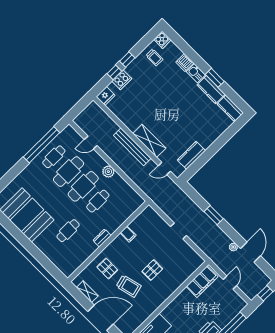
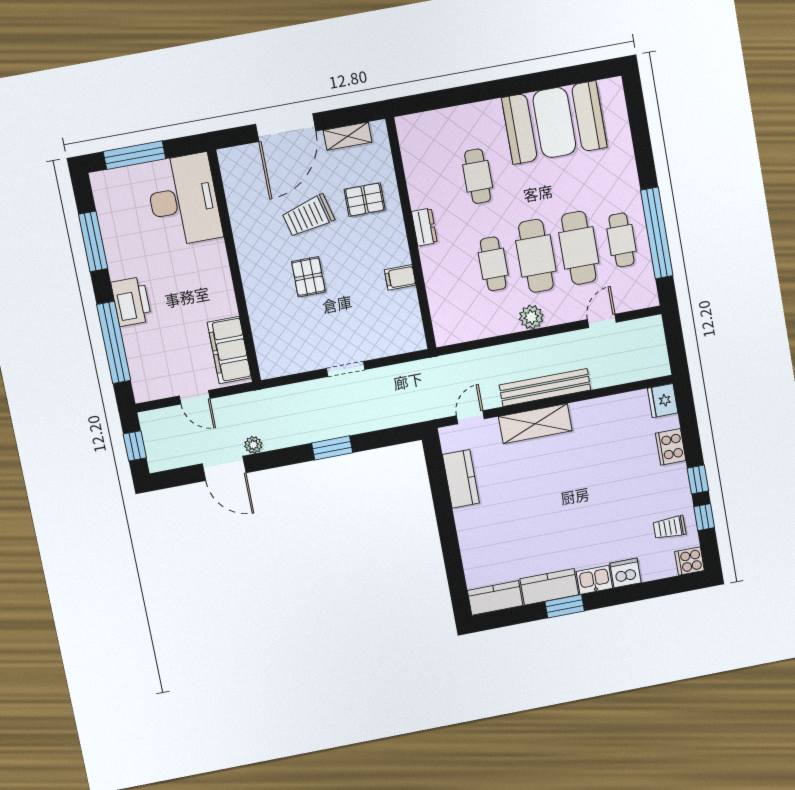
window: (114, 72) -> (704, 517), moved

